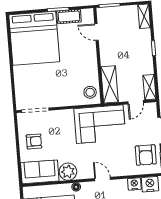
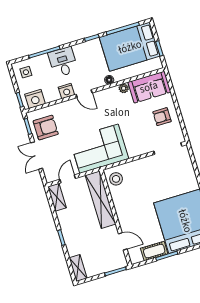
shelving: (110, 84) -> (101, 200), width x1.47
armchair: (146, 155) -> (46, 128), turned 90
plant: (68, 172) -> (124, 88), width x0.53, depth x0.53
nightstand: (134, 184) -> (66, 91), moved

